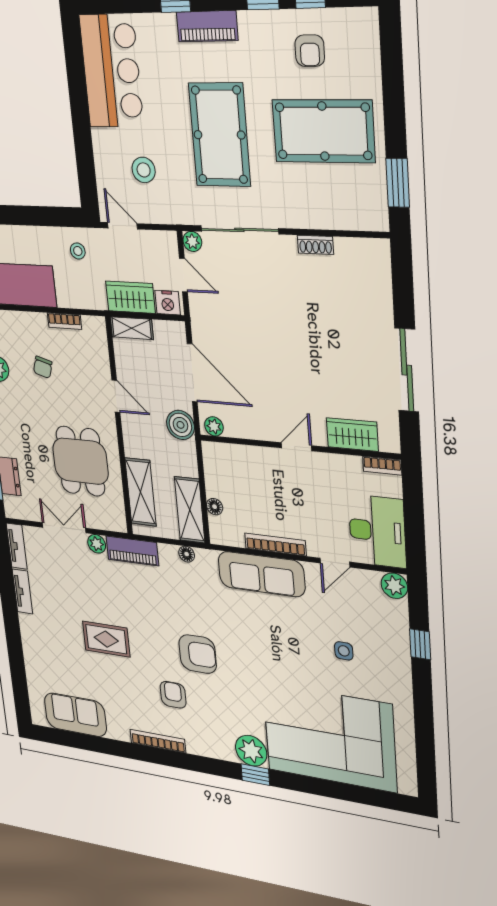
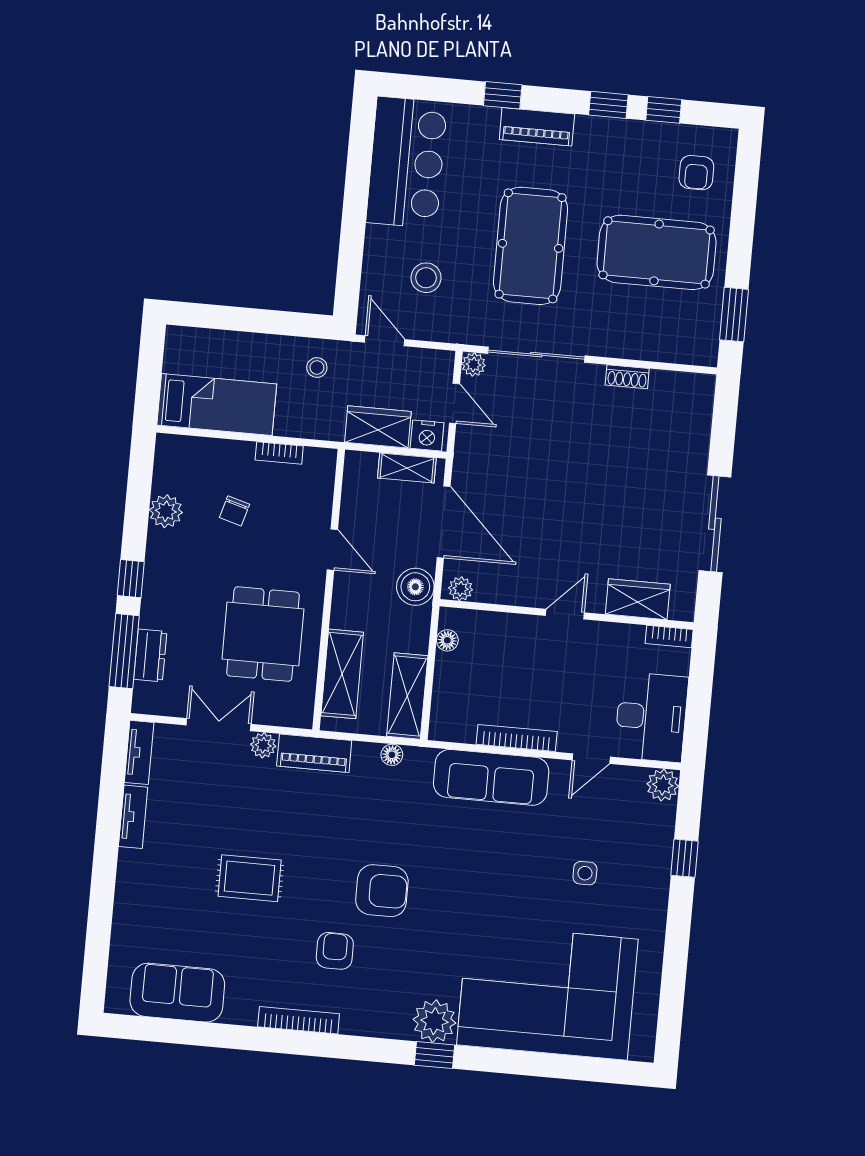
armchair: (310, 51) -> (696, 173), moved
shelving: (132, 328) -> (407, 468), moved
floor lamp: (215, 507) -> (447, 640), moved

